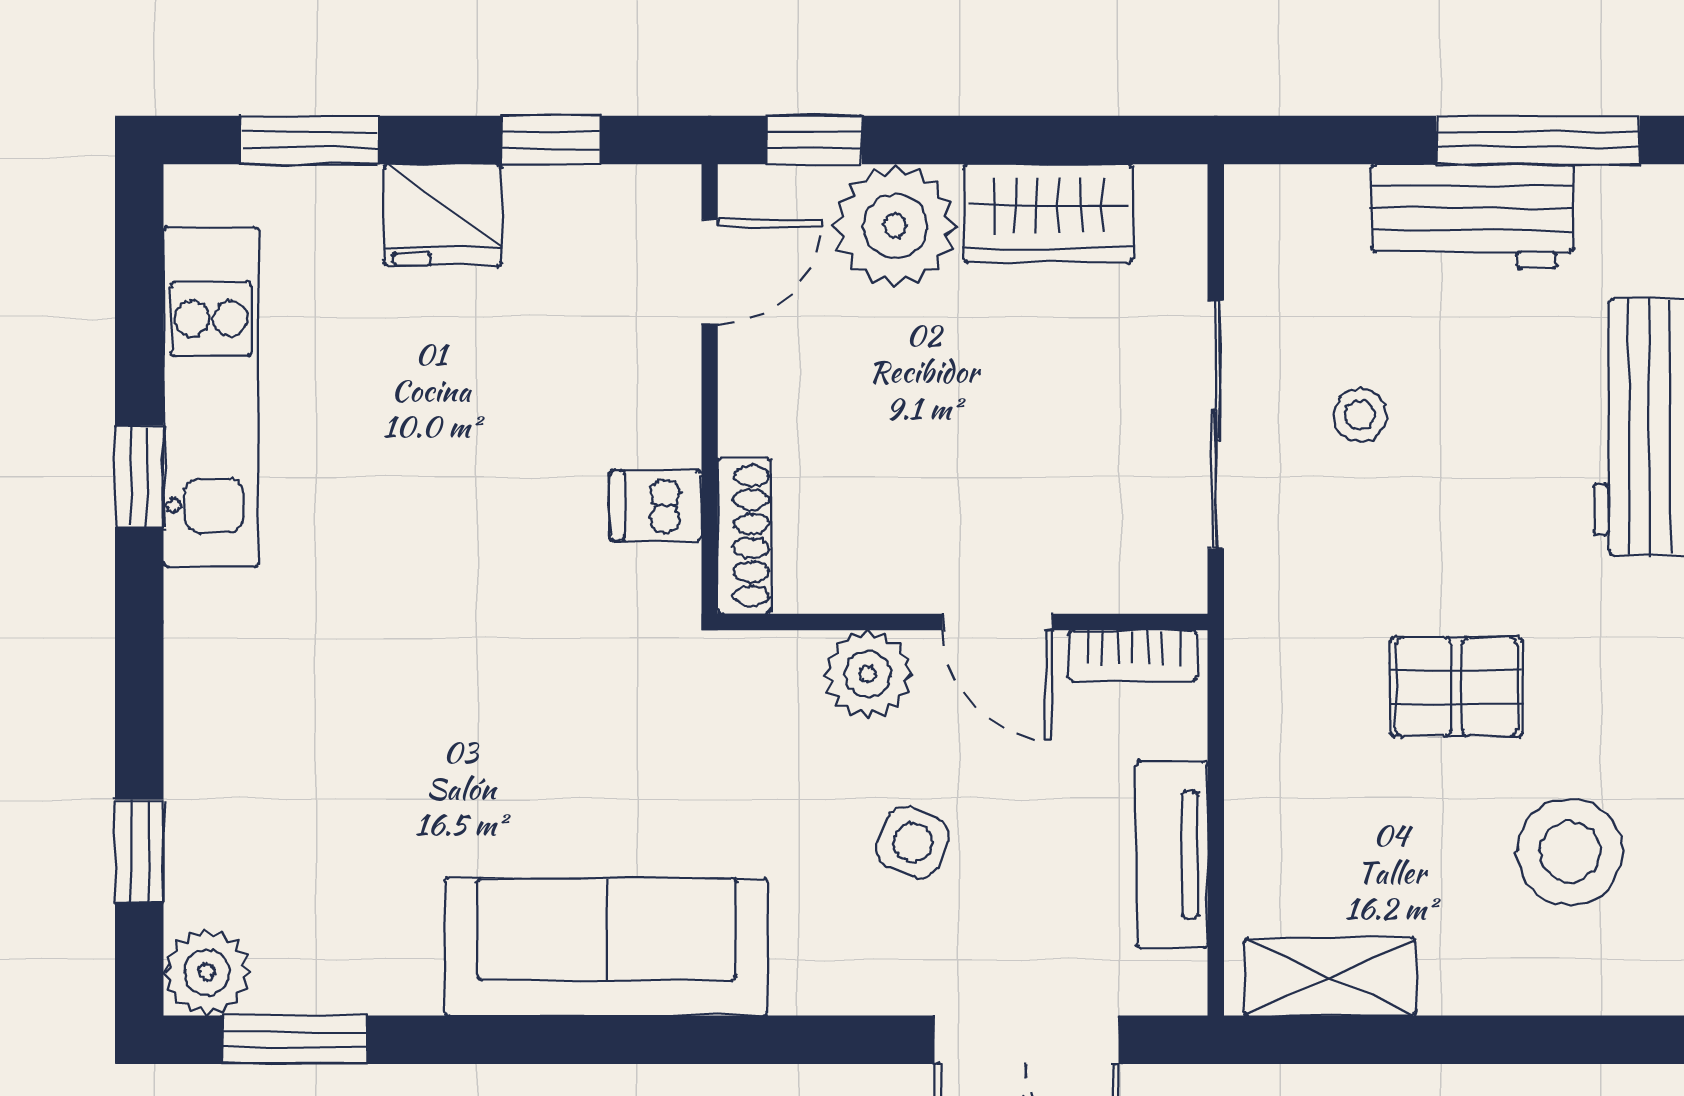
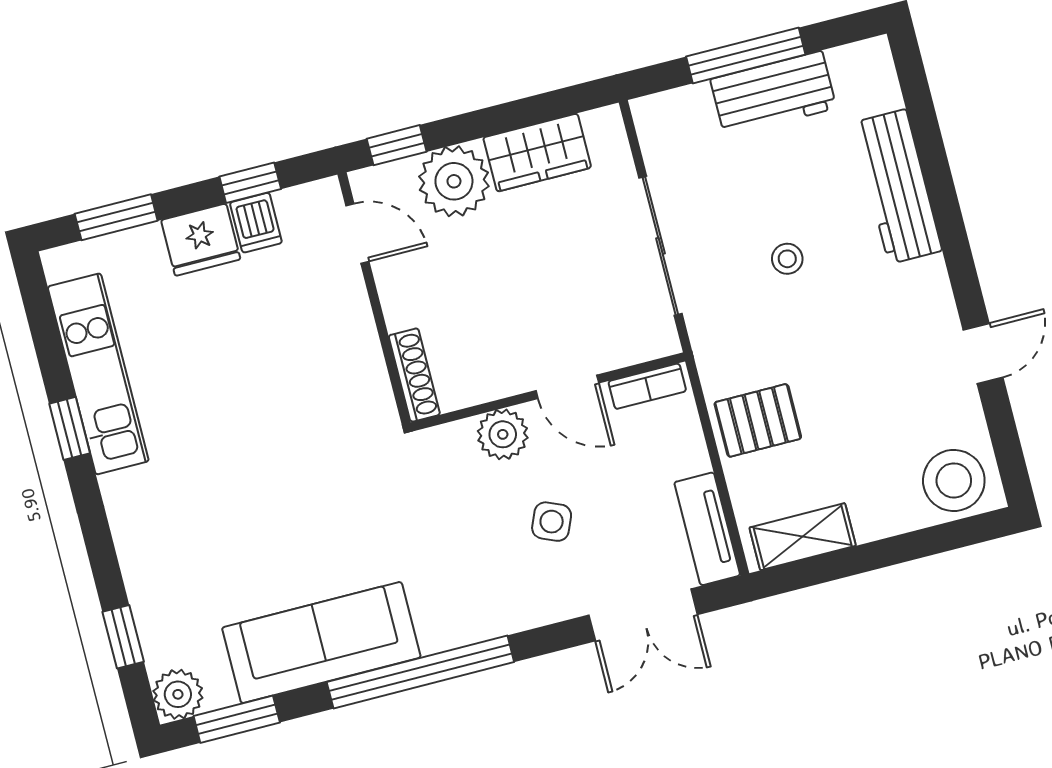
window: (1538, 140) -> (746, 56), moved
door: (710, 272) -> (357, 233), hinge flipped
stool: (1360, 415) -> (787, 259), moved
dishwasher: (656, 505) -> (256, 223), moved, turned -90
pallet: (1456, 687) -> (758, 420), moved
stool: (1570, 852) -> (954, 480), moved
tv unit: (1172, 854) -> (707, 529), moved
sofa: (606, 947) -> (321, 643), moved
window: (626, 1040) -> (420, 672), added

